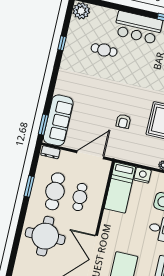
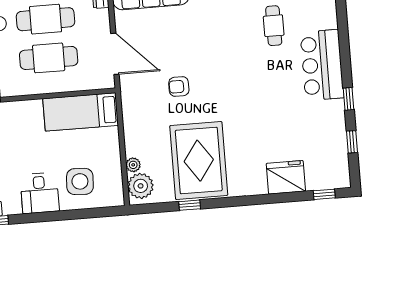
nightstand: (143, 175) -> (109, 139), removed
cafe table: (80, 197) -> (49, 58), width x1.37, depth x1.35

